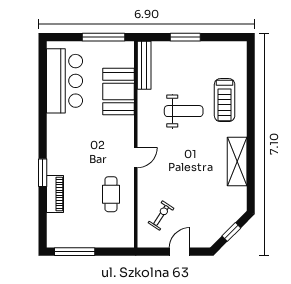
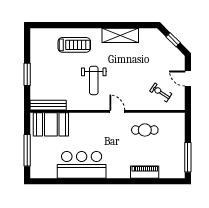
window: (104, 37) -> (27, 150), moved
bar counter: (64, 81) -> (82, 165), moved
booth: (119, 92) -> (51, 124), moved
weight bench: (184, 111) -> (94, 80), moved, turned 180
window: (43, 173) -> (129, 181), removed

